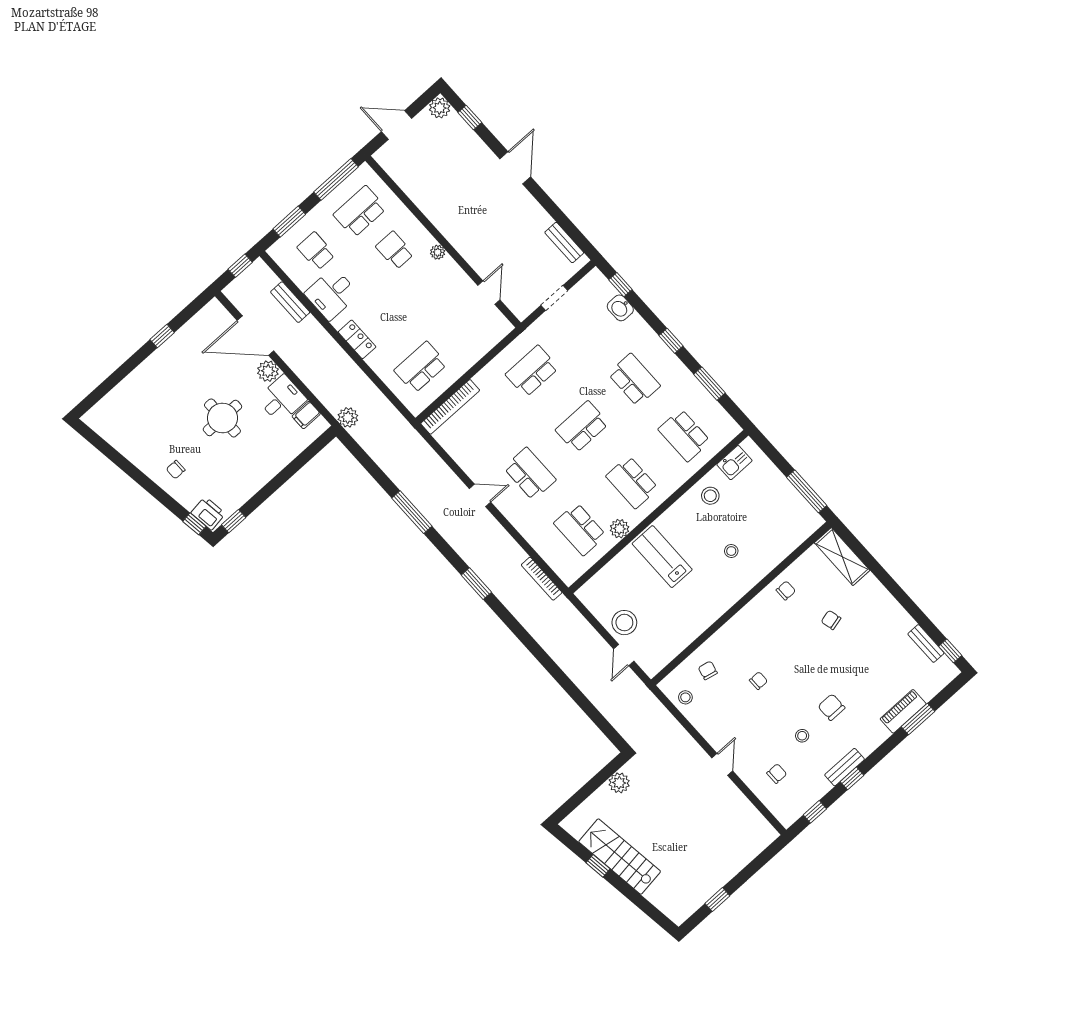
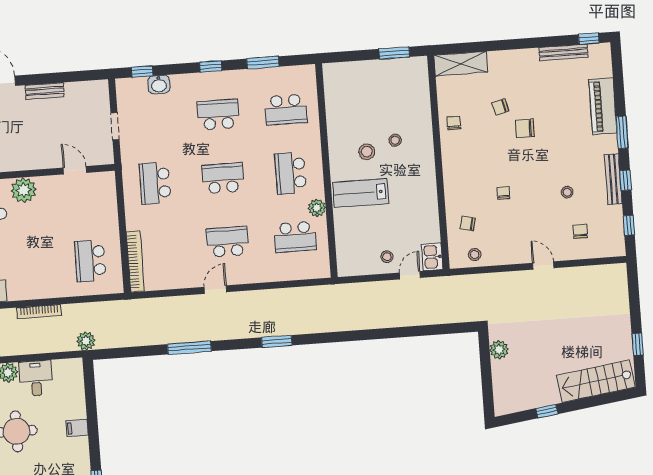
bench: (564, 243) -> (45, 91), moved
plant: (438, 252) -> (24, 190), width x1.87, depth x1.87
locker: (357, 339) -> (35, 291), removed
filing cabinet: (306, 415) -> (77, 428), moved, turned 90
school desk: (582, 427) -> (223, 178), turned 90
kitchen sink: (734, 463) -> (432, 257), moved, turned 180
school desk: (632, 482) -> (291, 173), turned 90
window: (807, 491) -> (394, 53), width x0.69
stool: (710, 496) -> (367, 152), moved
bookcase: (542, 579) -> (39, 312), moved
stool: (624, 623) -> (387, 257), width x0.53, depth x0.53
bench: (926, 643) -> (563, 52), width x1.36
door: (624, 655) -> (410, 275), swing flipped
chair: (831, 707) -> (525, 128), moved
piano: (903, 711) -> (603, 106), width x1.37, depth x1.33
window: (918, 719) -> (622, 132), moved
bench: (845, 767) -> (613, 179), width x1.36
stairs: (620, 857) -> (596, 381), moved

